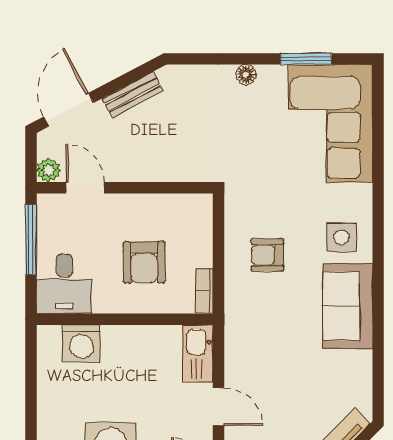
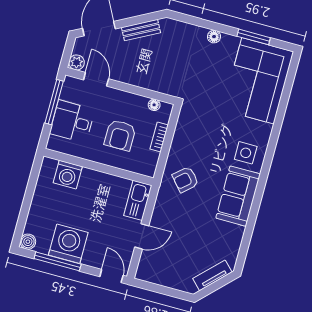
floor lamp: (183, 202) -> (154, 105), added
armchair: (267, 255) -> (185, 179), moved, turned -41
desk: (64, 284) -> (72, 122), moved, turned 90
bookcase: (204, 291) -> (159, 137), moved
door: (219, 407) -> (142, 236), hinge flipped

